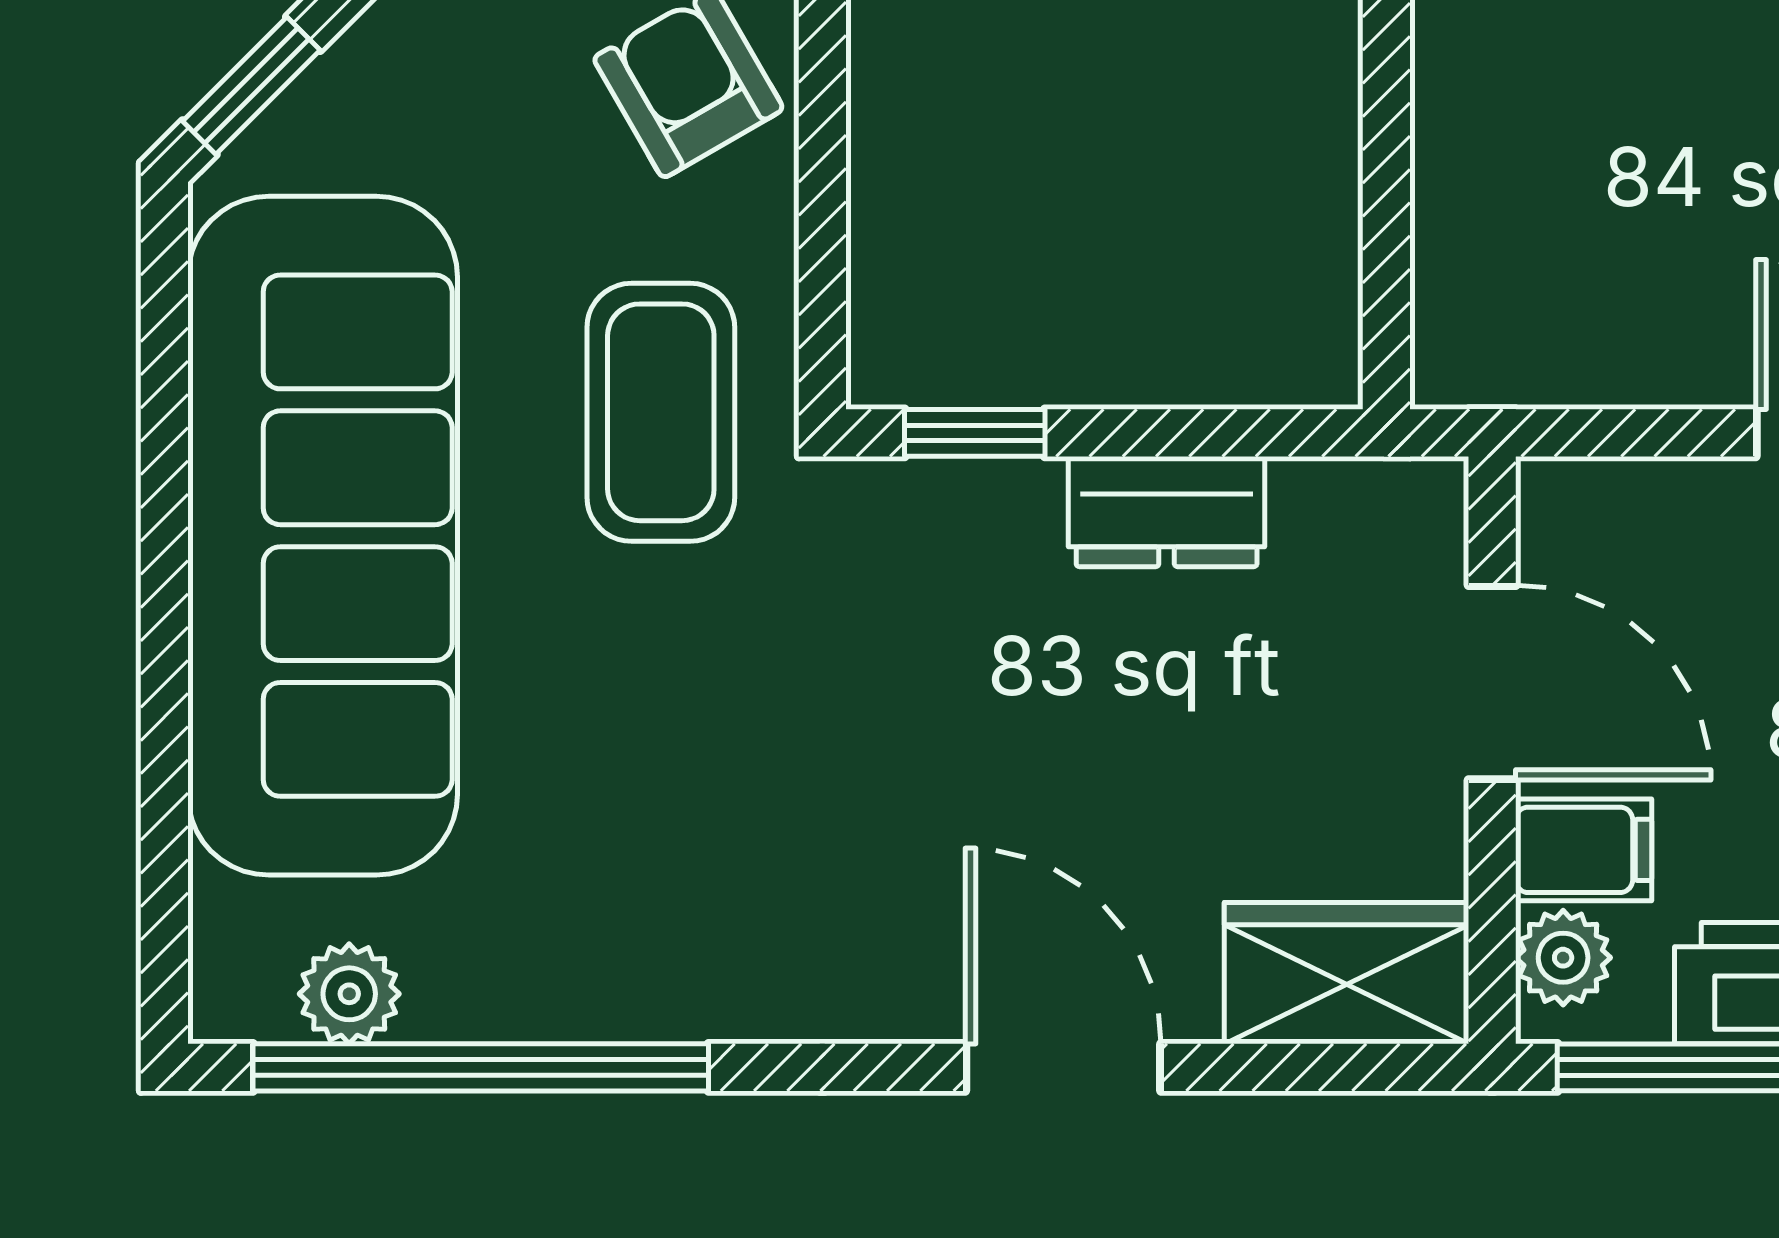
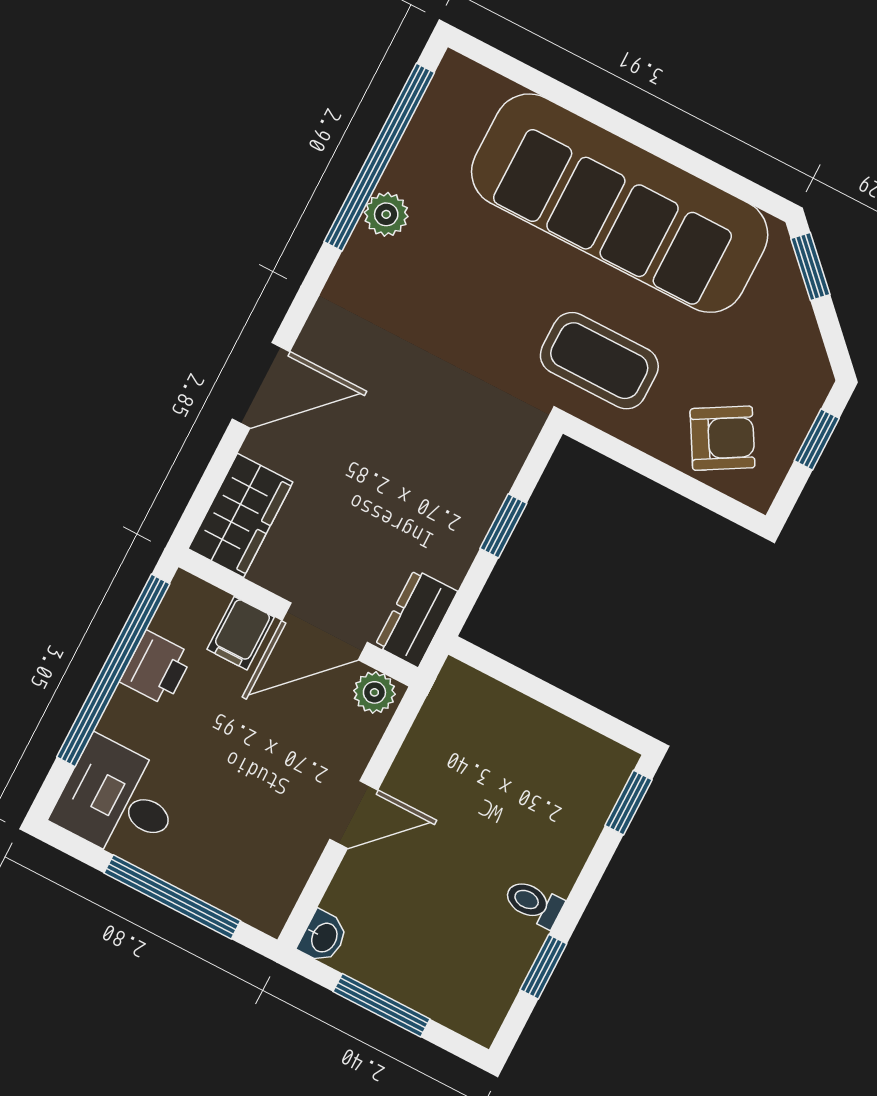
window: (975, 433) -> (503, 526), moved
dresser: (1167, 512) -> (416, 618), moved
plant: (1563, 958) -> (374, 692), moved
plant: (349, 994) -> (386, 214), moved

